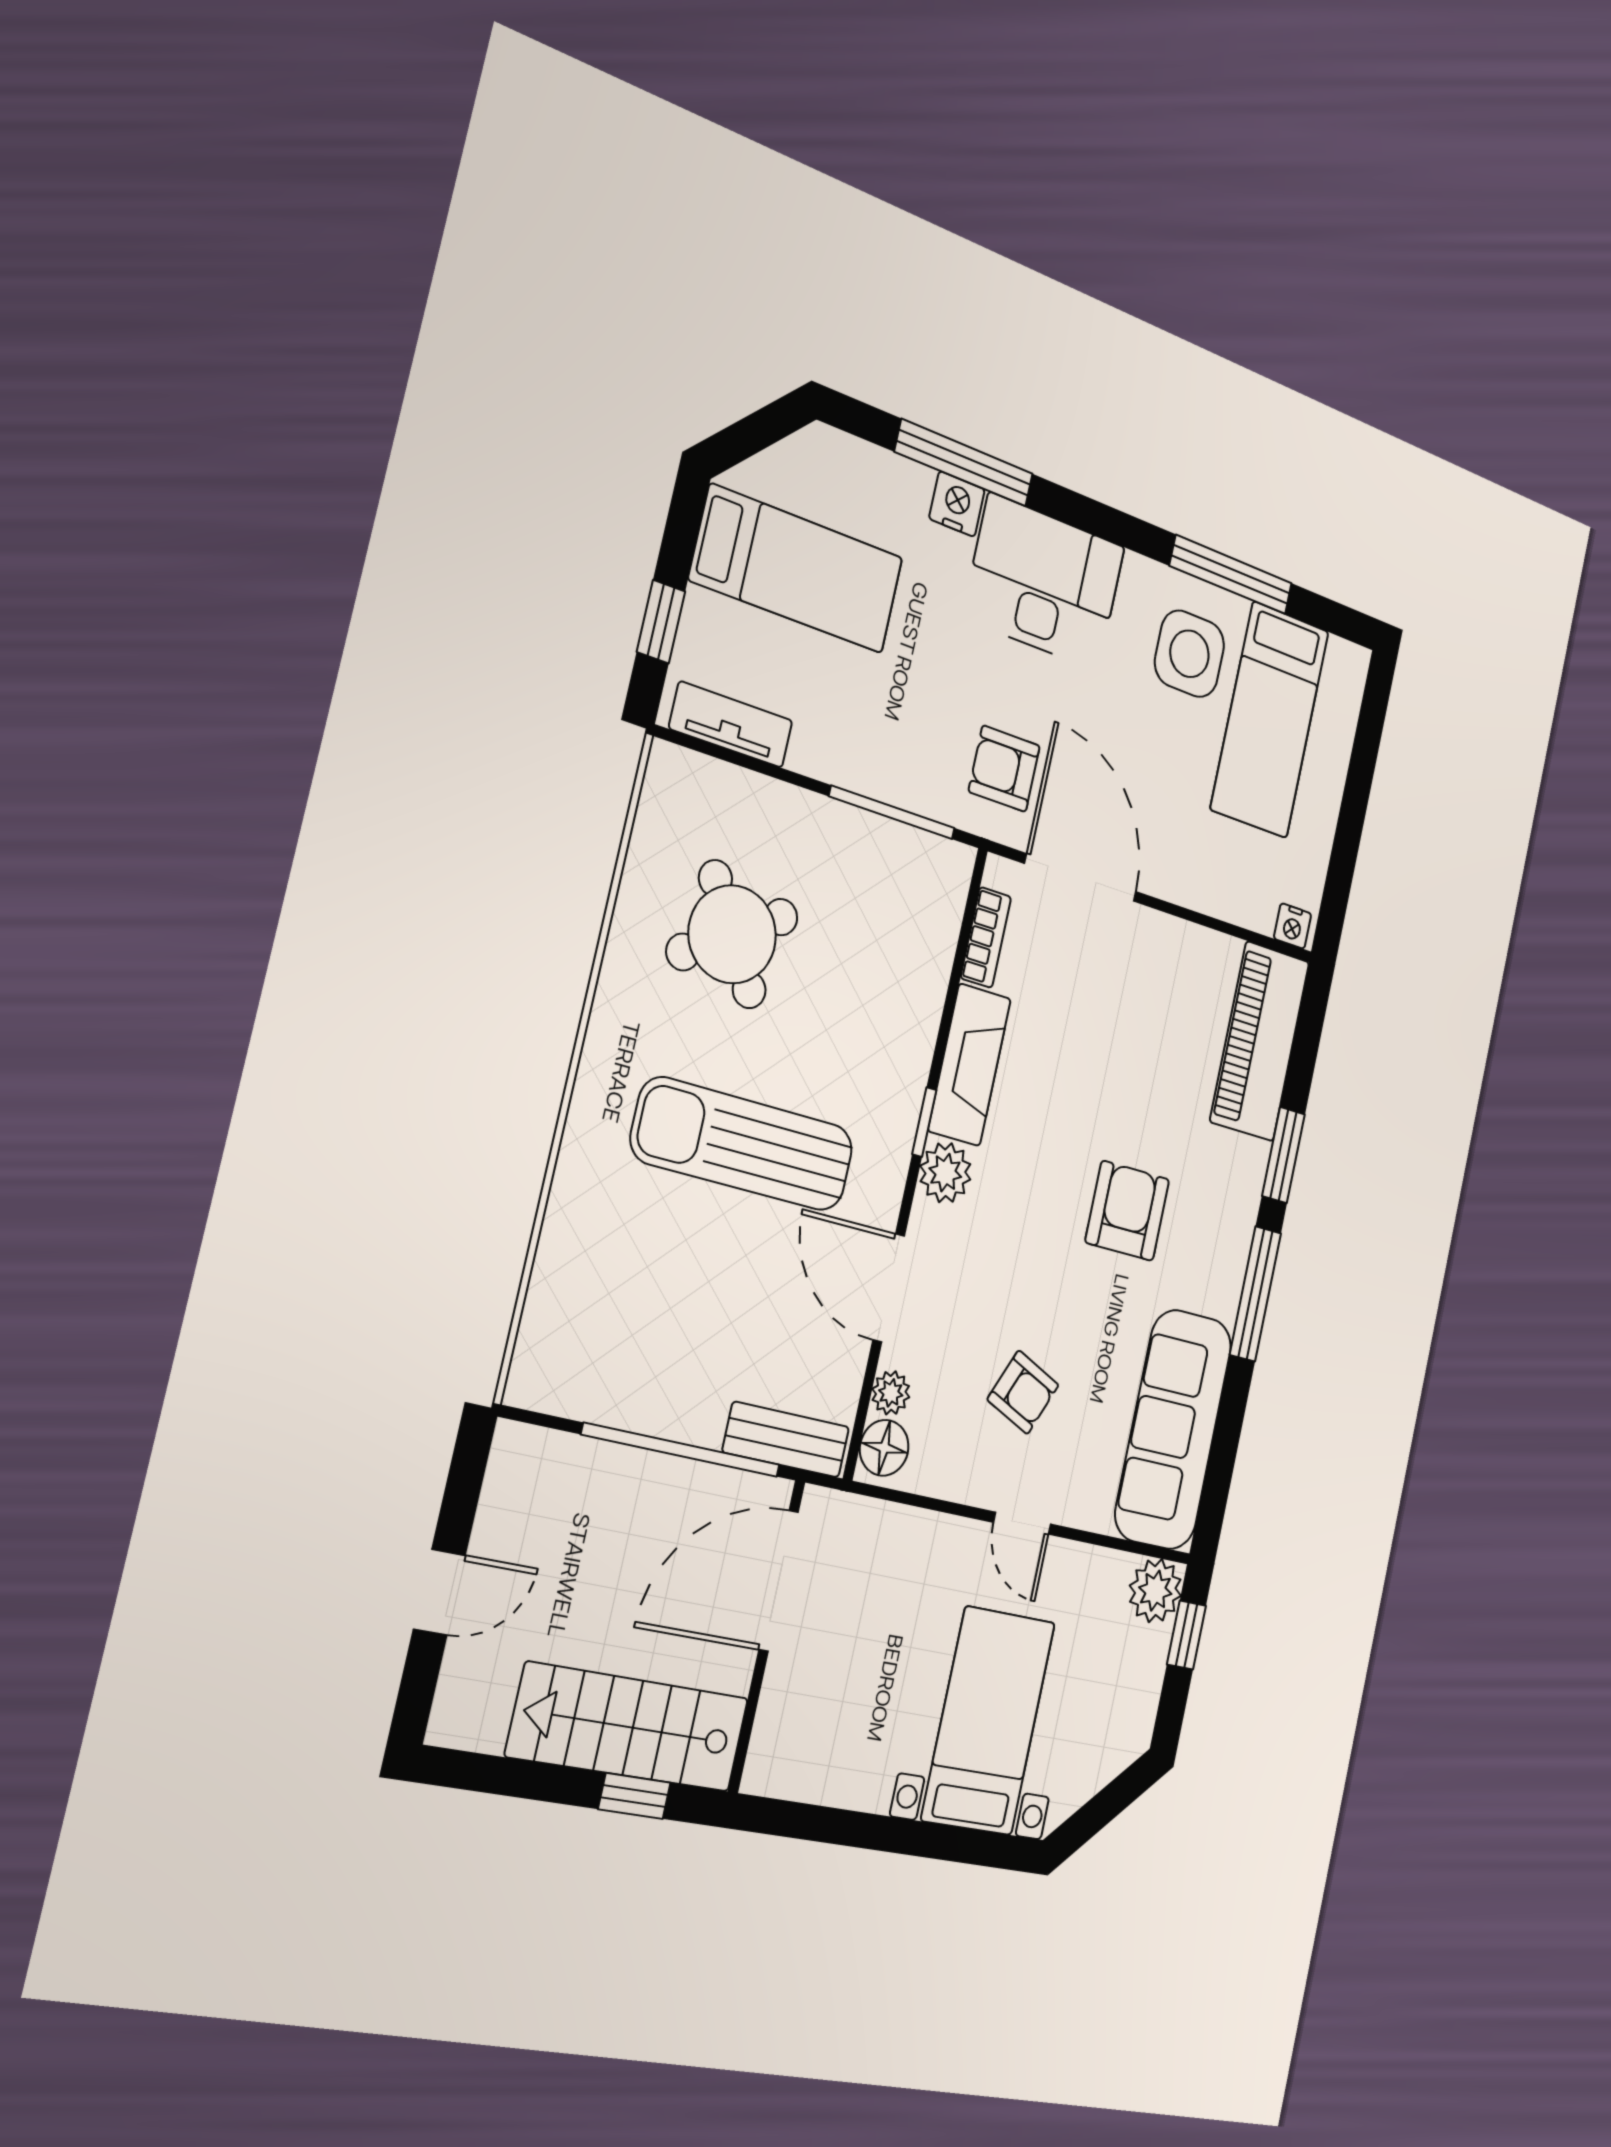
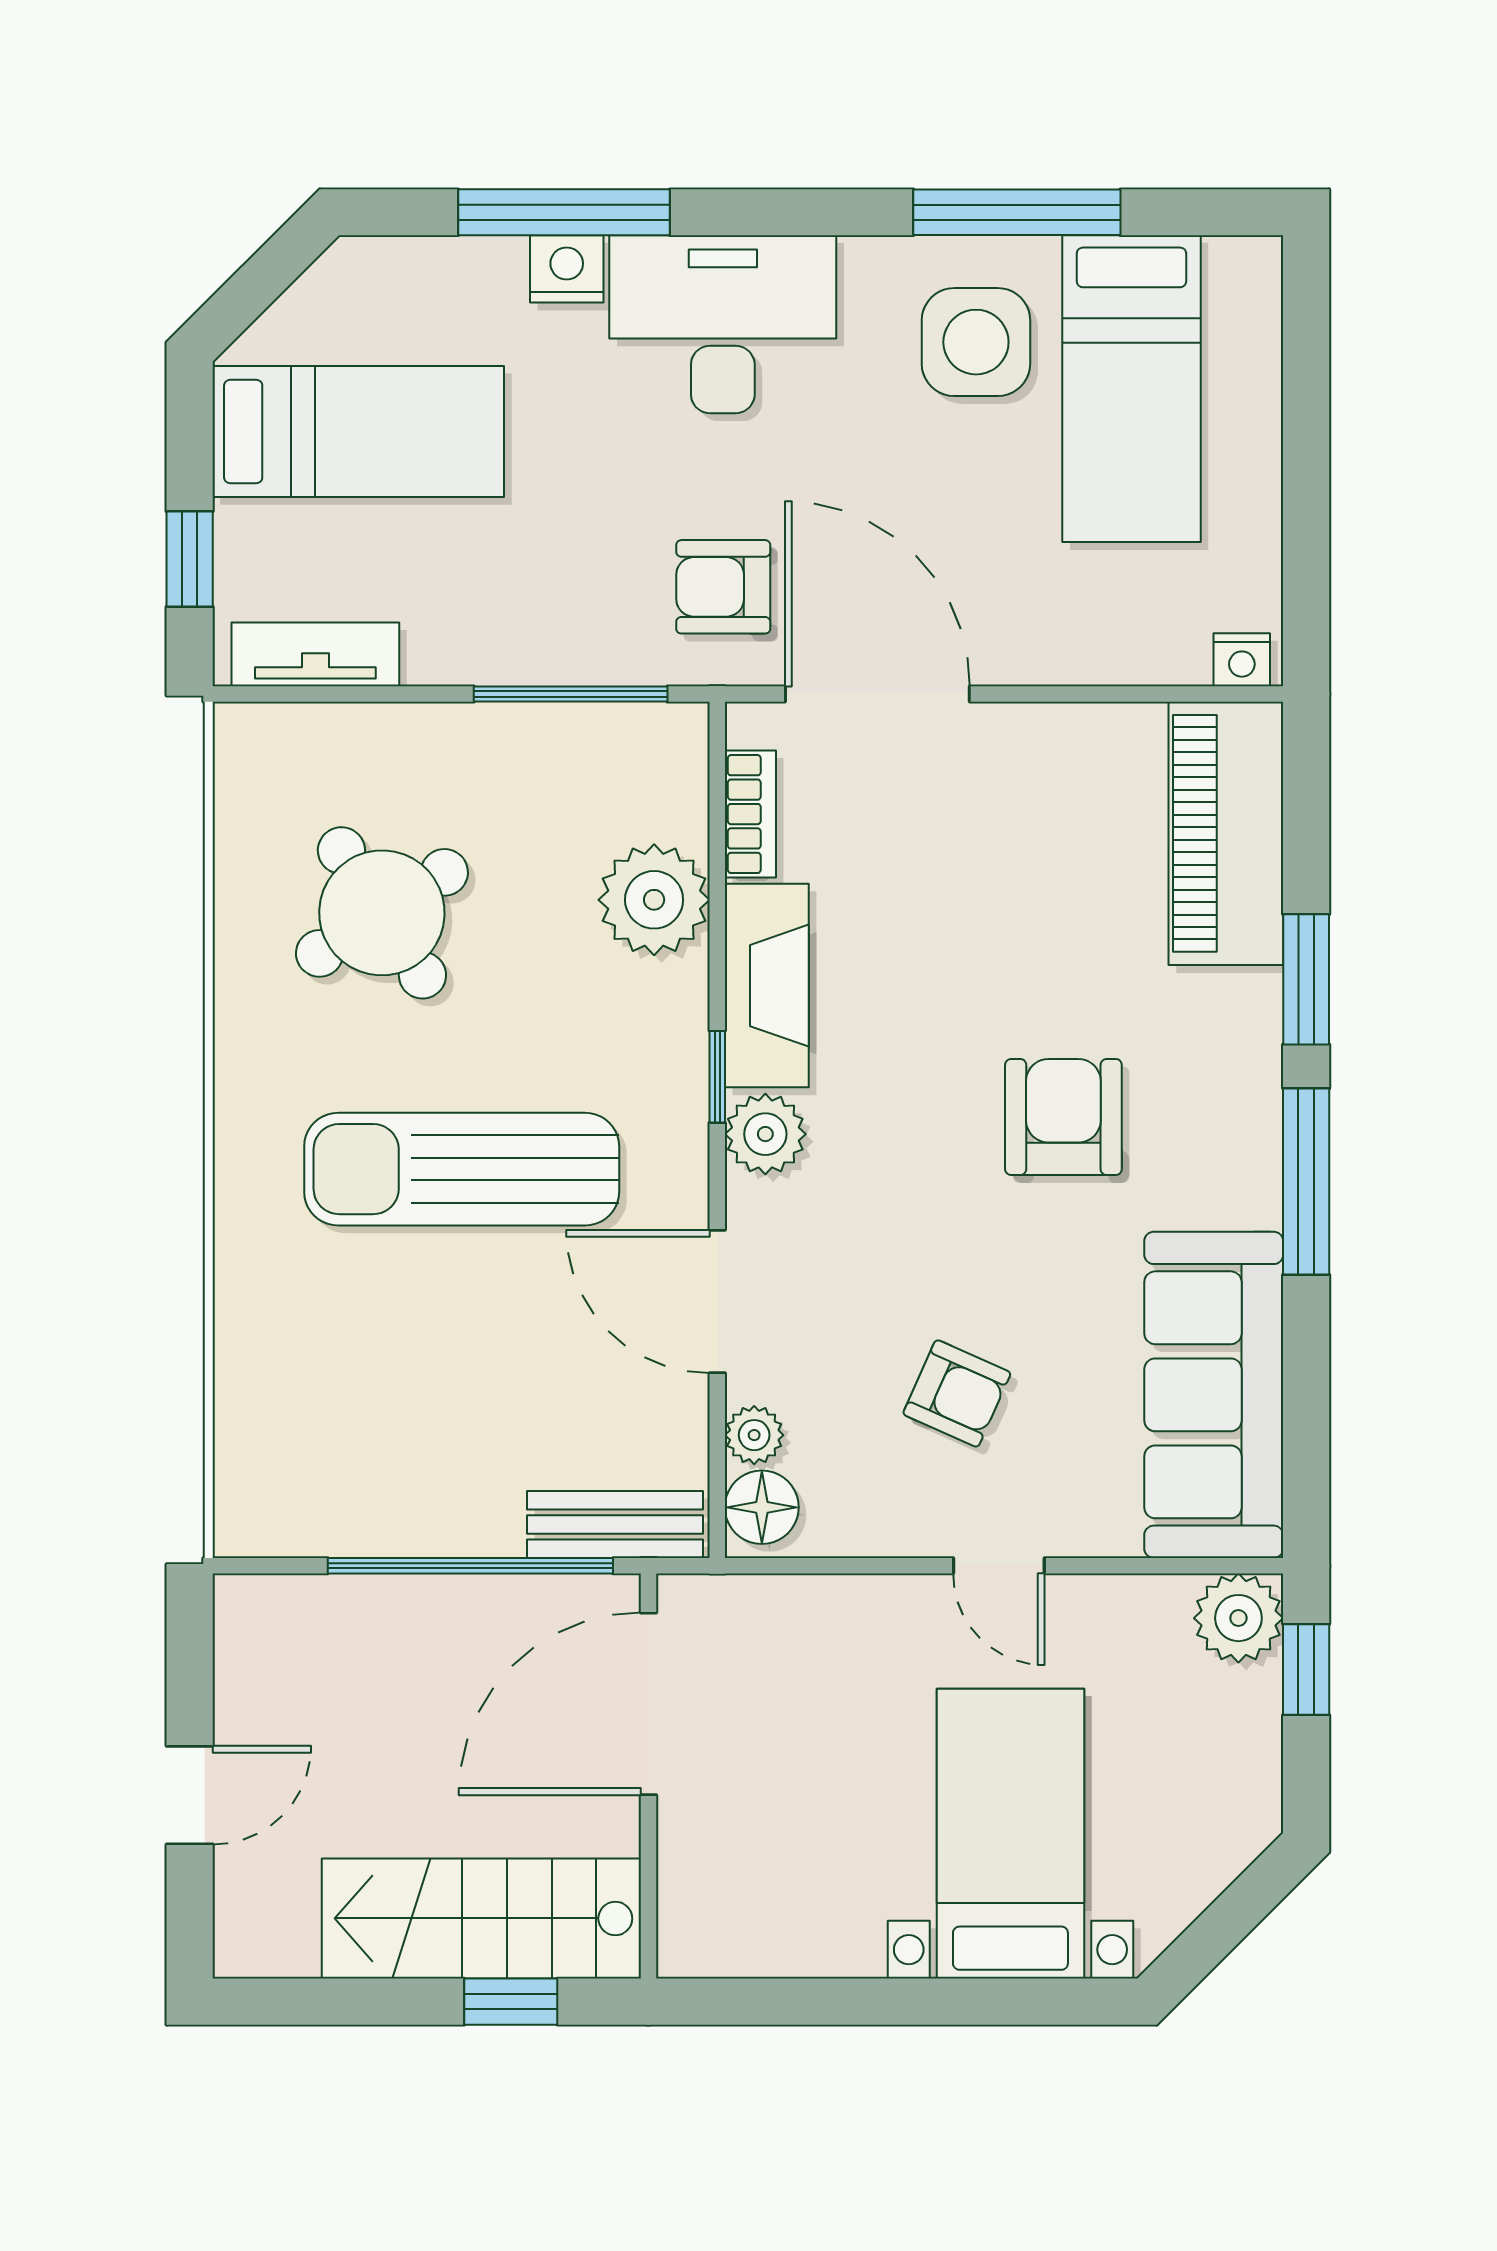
plant: (912, 980) -> (654, 900), added

